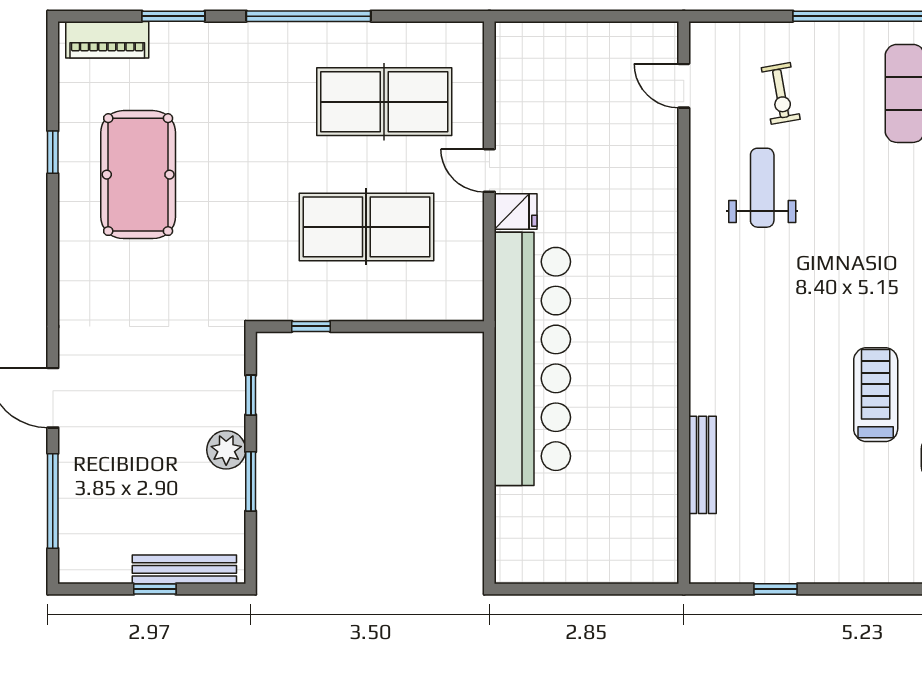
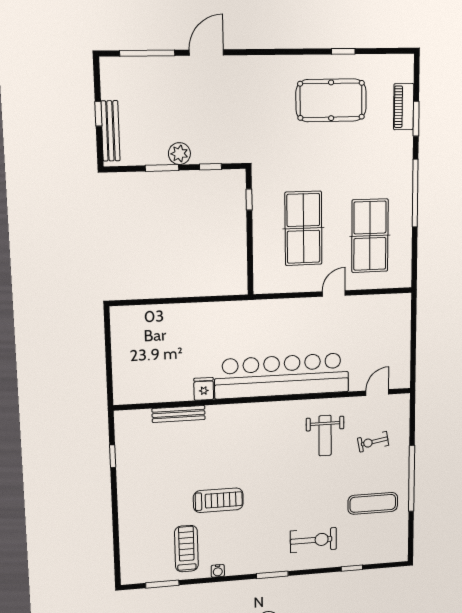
piano: (107, 40) -> (404, 107), moved
weight bench: (762, 188) -> (325, 436), turned 90
fridge: (516, 212) -> (204, 389), moved, turned 180
bar counter: (532, 359) -> (282, 376), moved, turned 180

